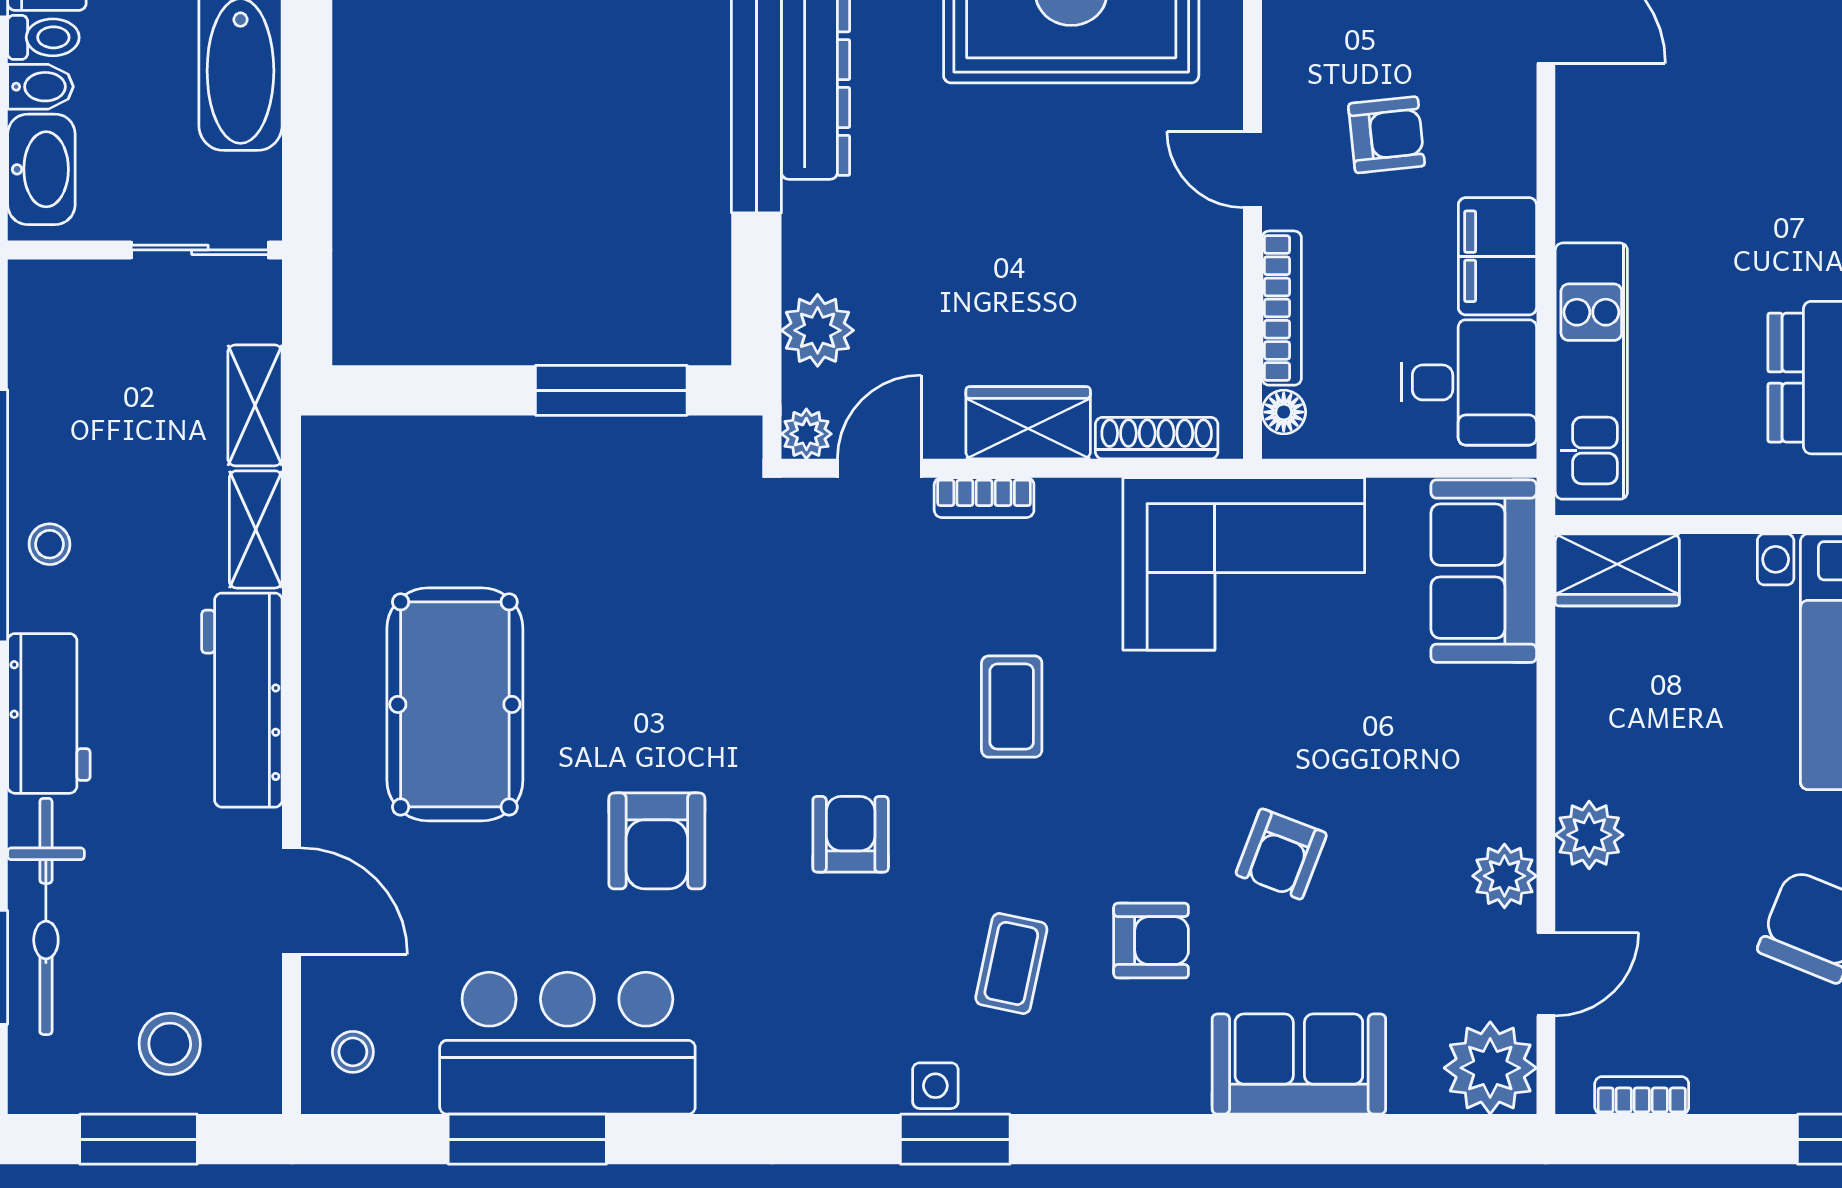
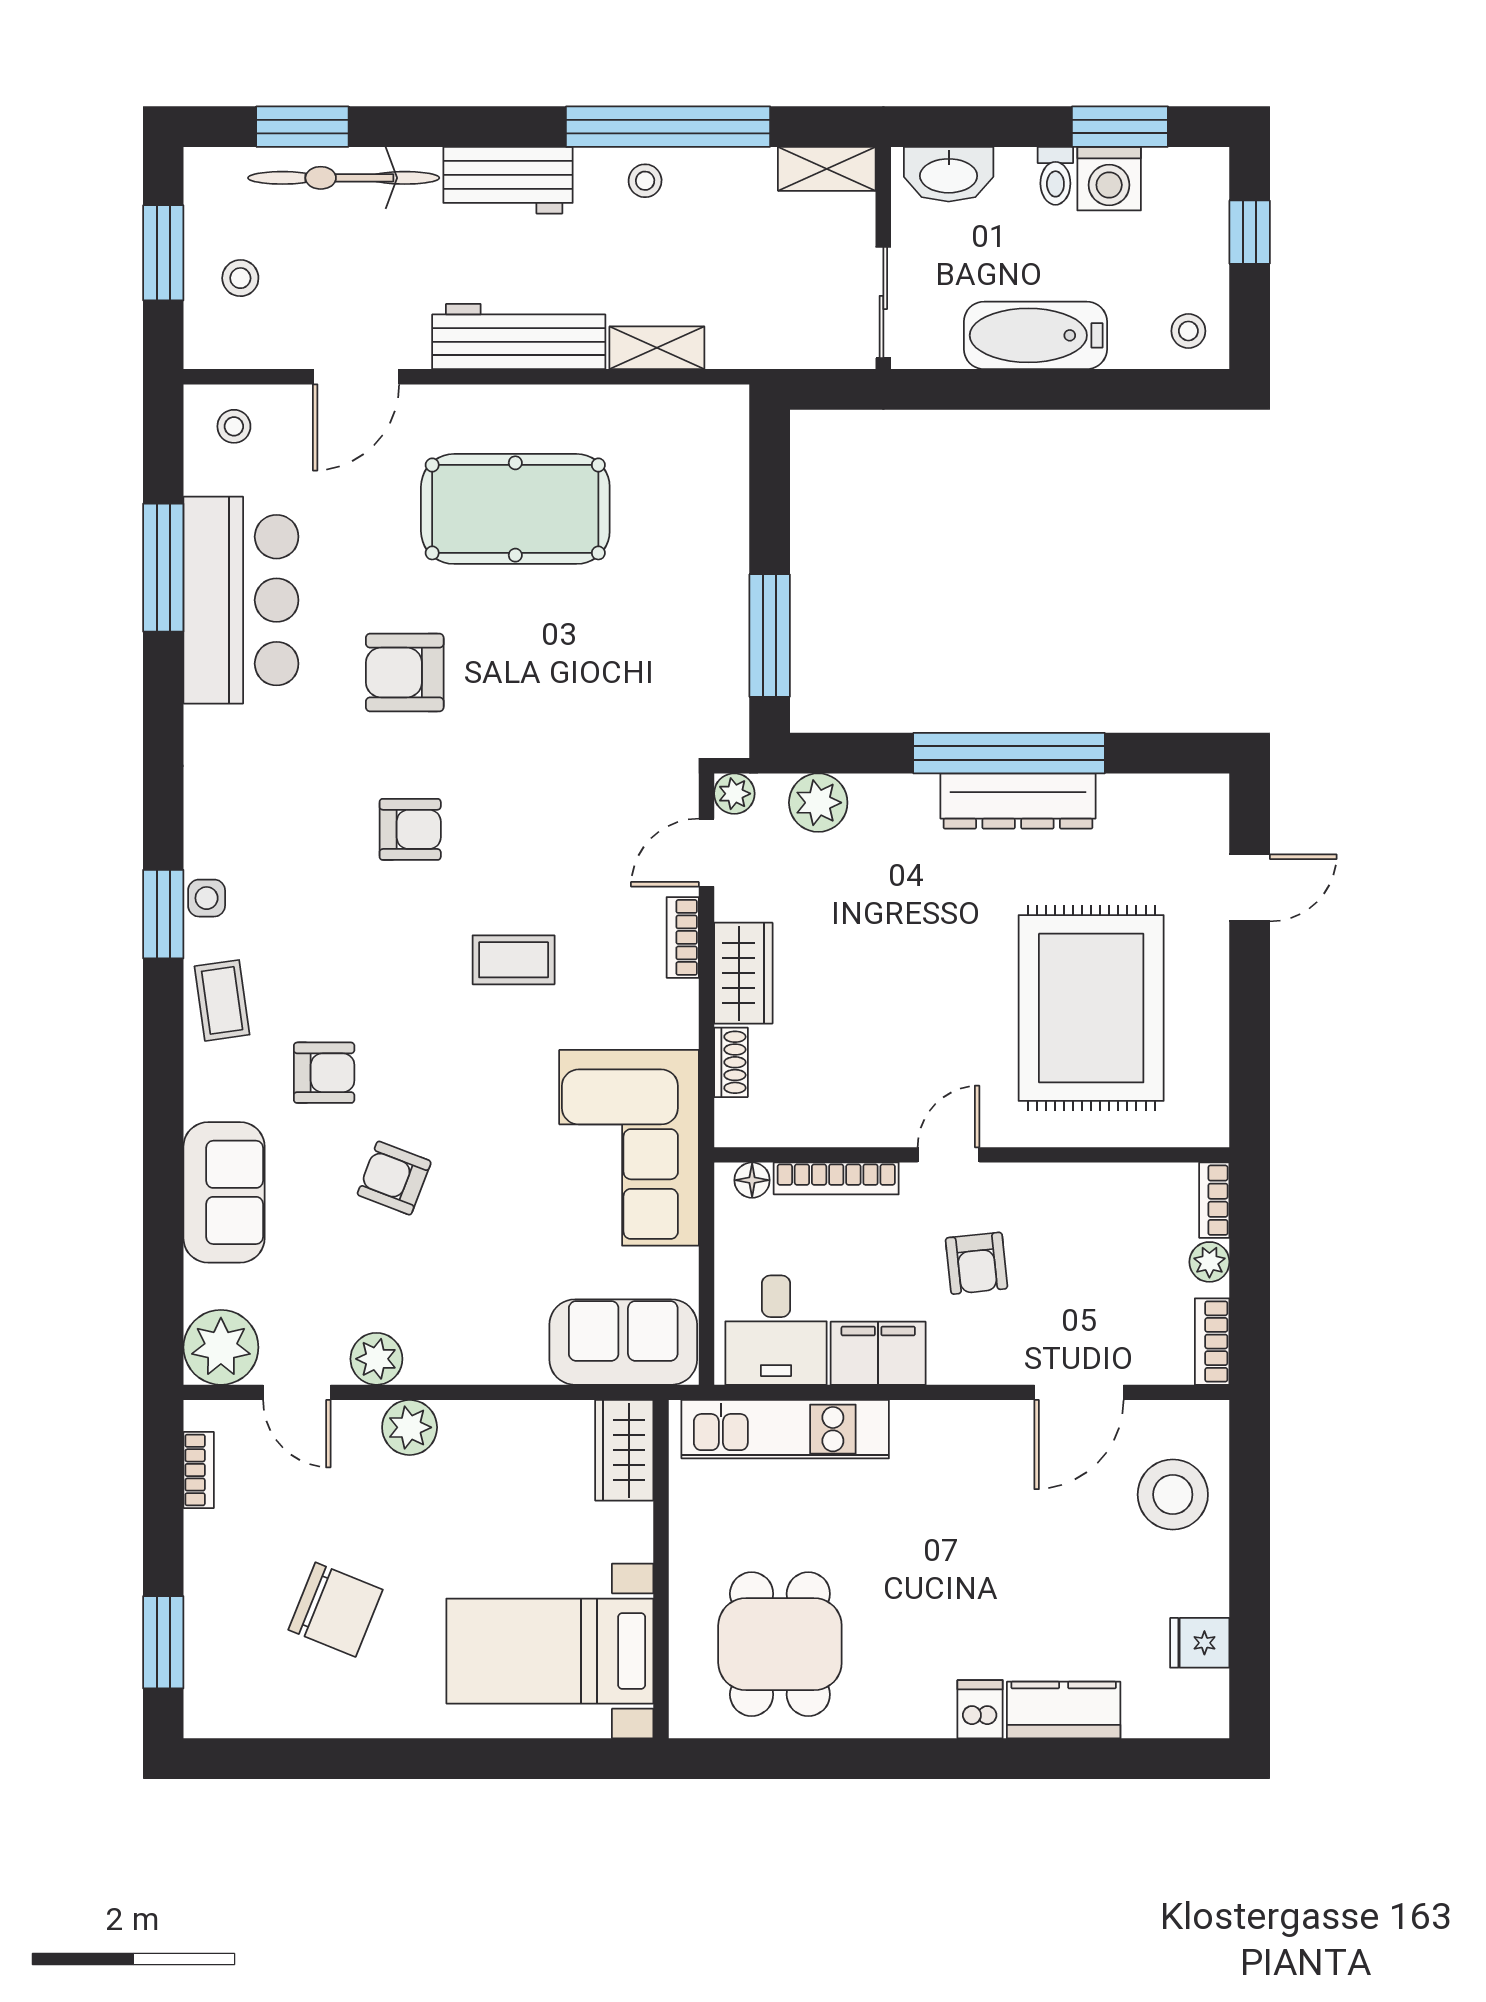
bidet: (40, 87) -> (1015, 173), removed
shelving: (255, 405) -> (827, 169), moved
shoe rack: (1157, 438) -> (731, 1062), width x0.70
door: (879, 468) -> (706, 853), swing flipped
armchair: (1151, 941) -> (324, 1073), turned -90
coffee table: (1011, 963) -> (222, 1000), moved, turned 70
stool: (170, 1044) -> (240, 278), width x0.73, depth x0.73

